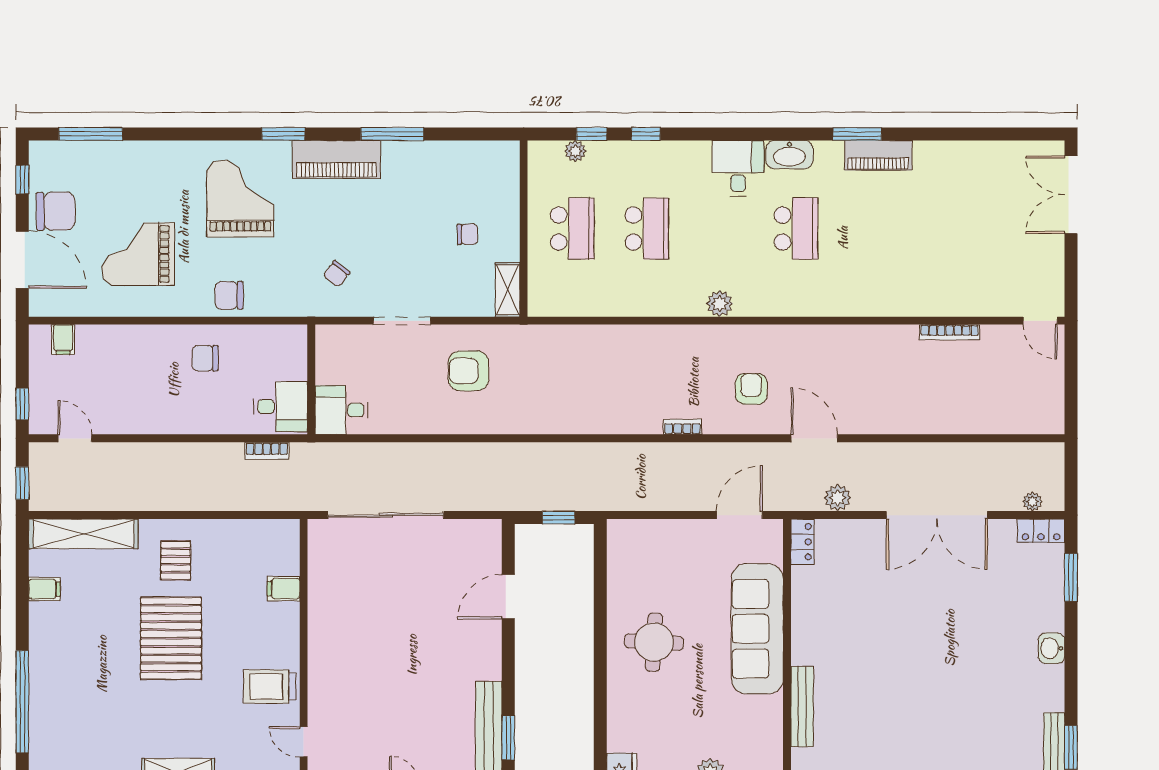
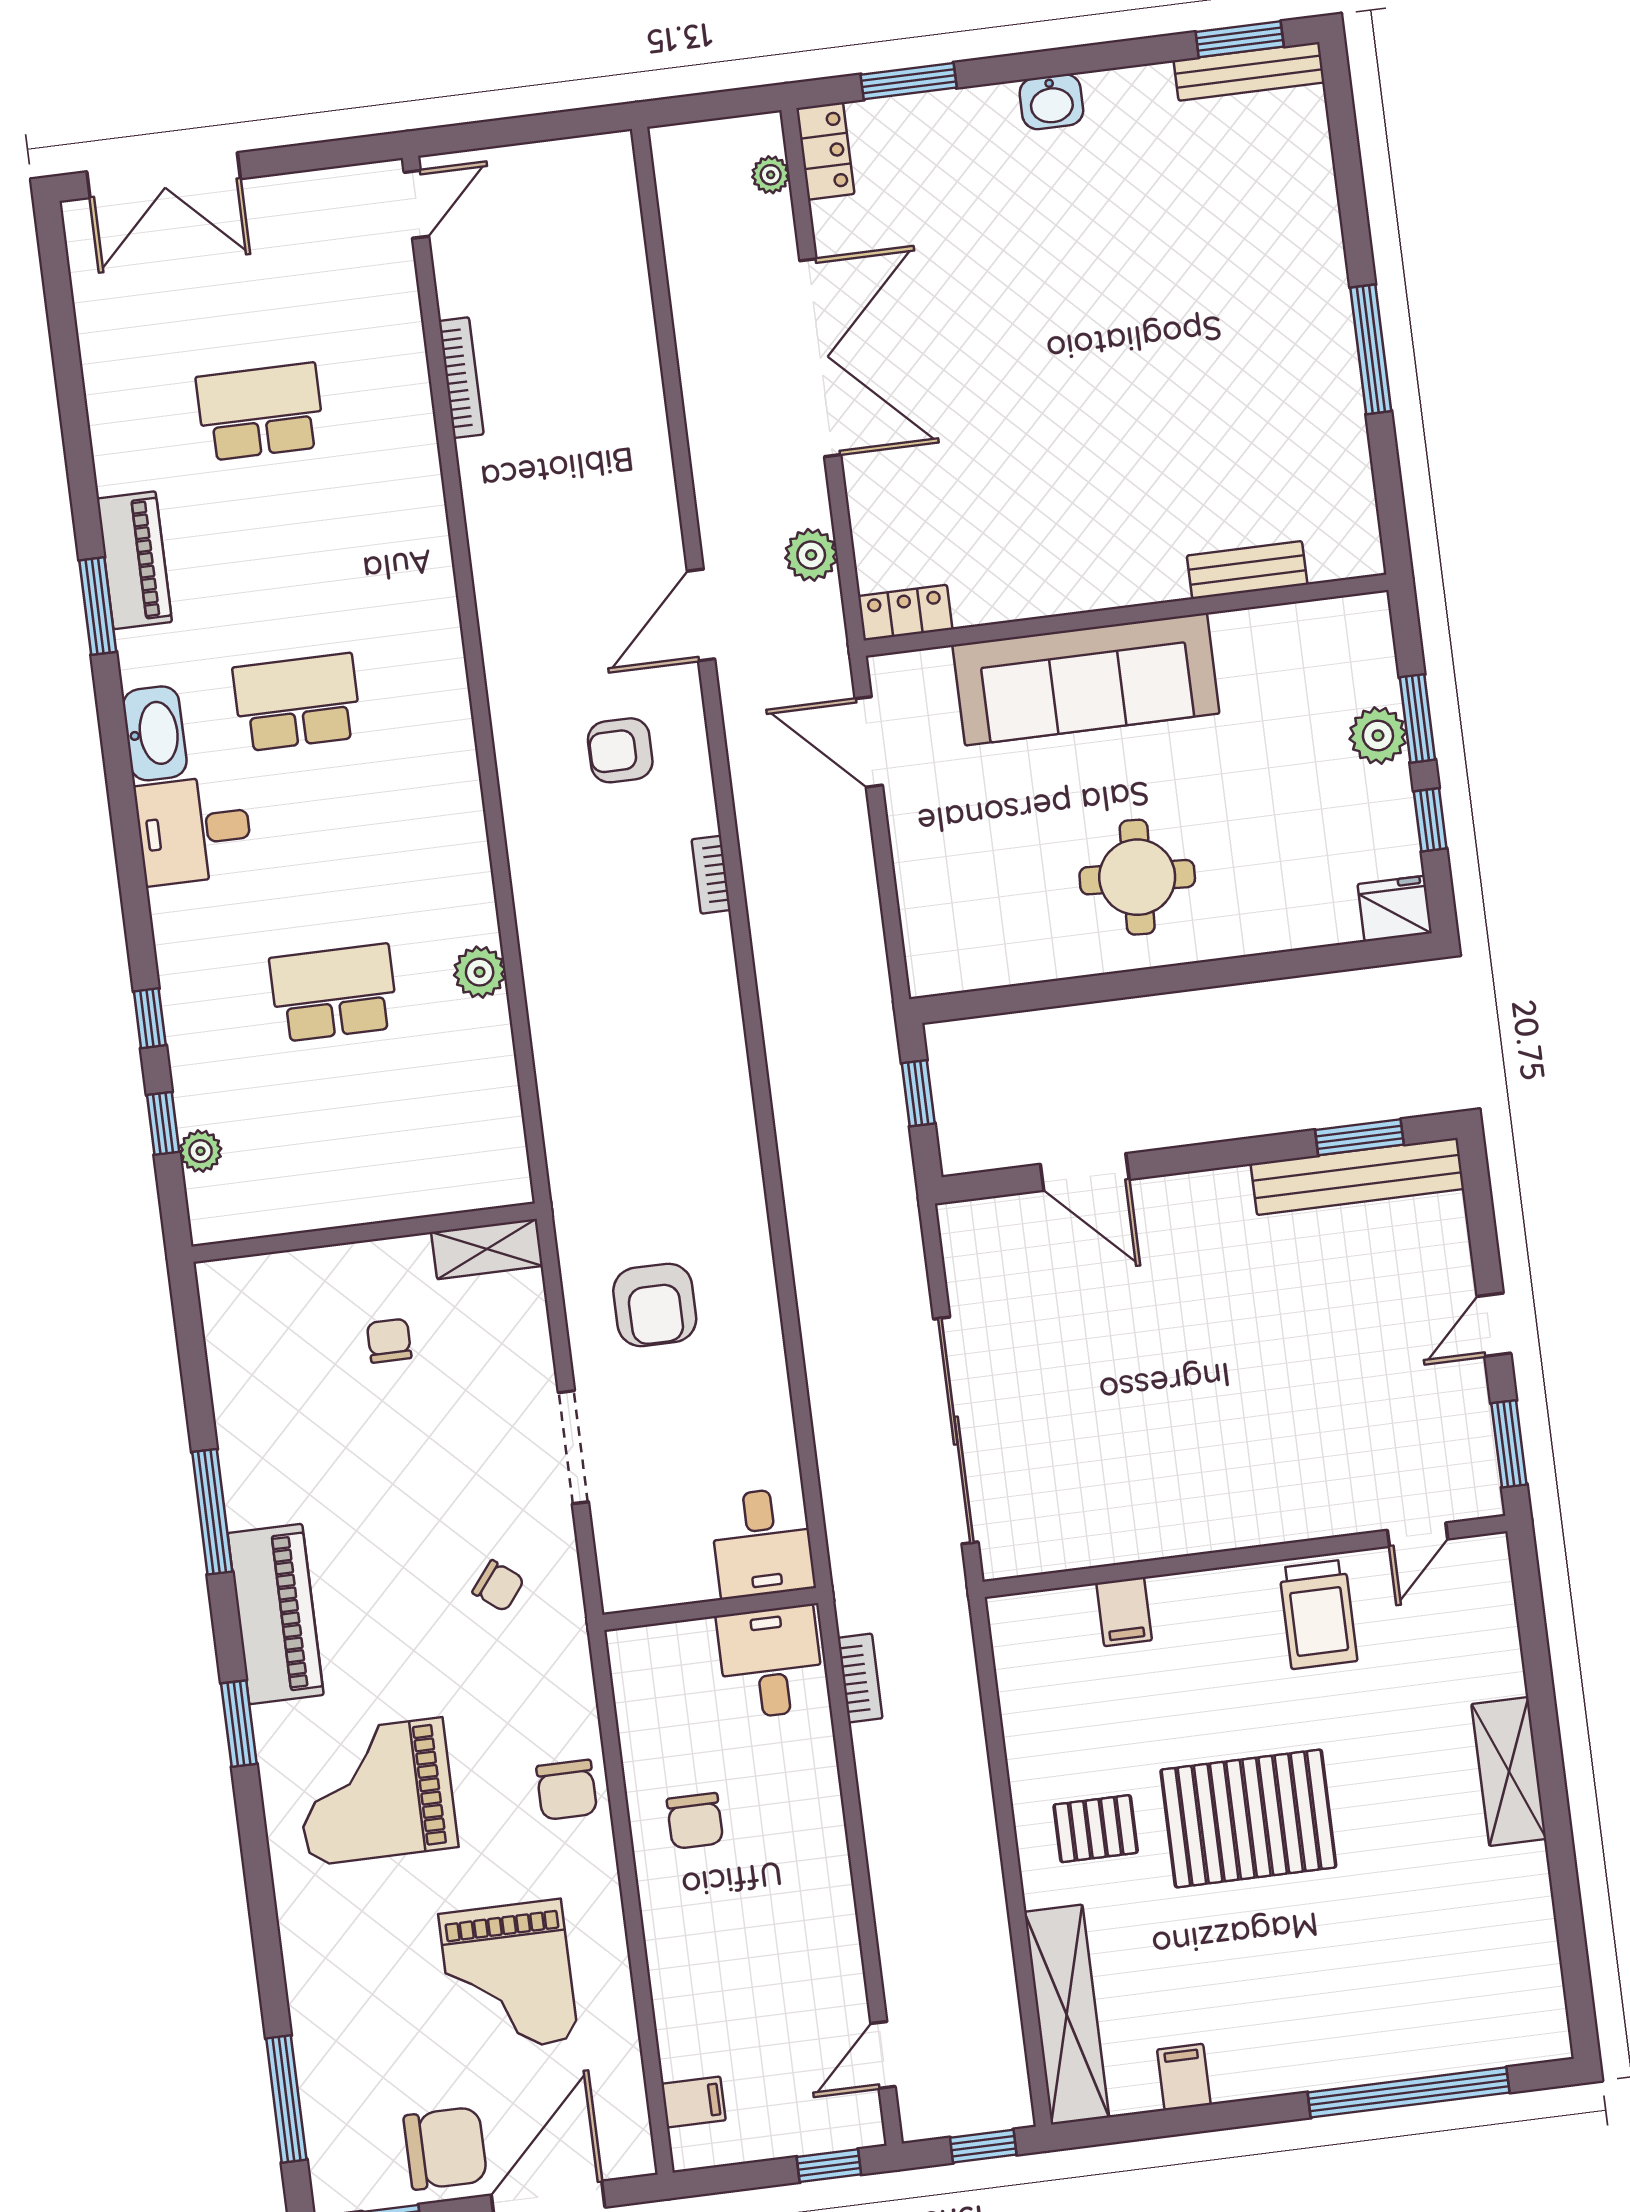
chair: (56, 211) -> (445, 2148), turned 91
school desk: (572, 229) -> (260, 412), moved
plant: (720, 304) -> (480, 972), moved
bench: (802, 707) -> (1247, 570), width x0.73

